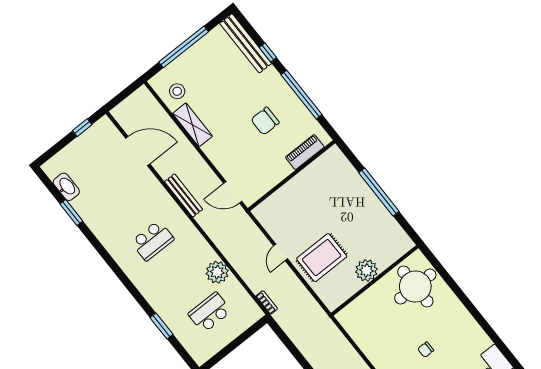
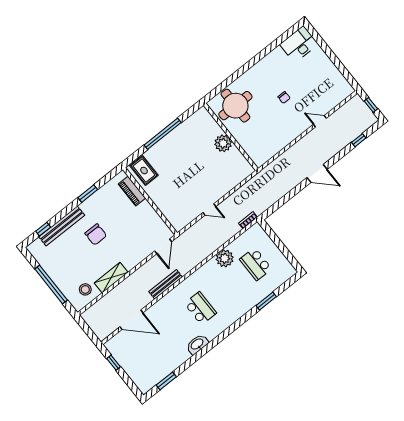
bench: (246, 43) -> (62, 226), moved
window: (268, 52) -> (43, 229), moved
window: (302, 95) -> (88, 194), width x0.47
chair: (265, 121) -> (96, 234), moved
door: (138, 151) -> (131, 320), swing flipped
washbasin: (66, 187) -> (197, 344), moved
window: (71, 213) -> (166, 381), moved
rug: (322, 258) -> (144, 171), moved, width x0.73, depth x0.70

